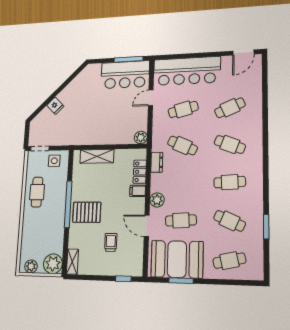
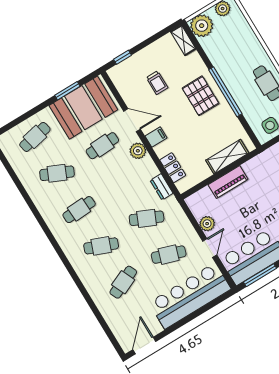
cafe table: (183, 109) -> (169, 255), turned 33
plant: (141, 137) -> (207, 224), moved
piano: (108, 138) -> (228, 182), added
filing cabinet: (138, 191) -> (156, 137), moved
pallet: (87, 212) -> (201, 96), turned 90
window: (266, 227) -> (21, 188), removed

